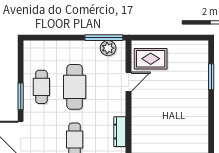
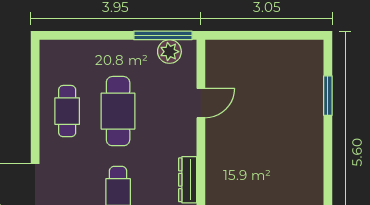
rug: (151, 59) -> (235, 68), removed
window: (21, 96) -> (35, 126), removed

